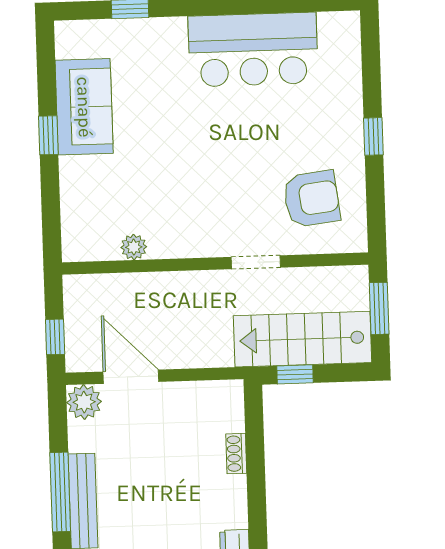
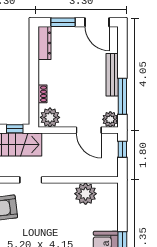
plant: (134, 247) -> (86, 194), width x1.87, depth x1.87
plant: (218, 402) -> (50, 117), added
window: (60, 492) -> (122, 96), moved

